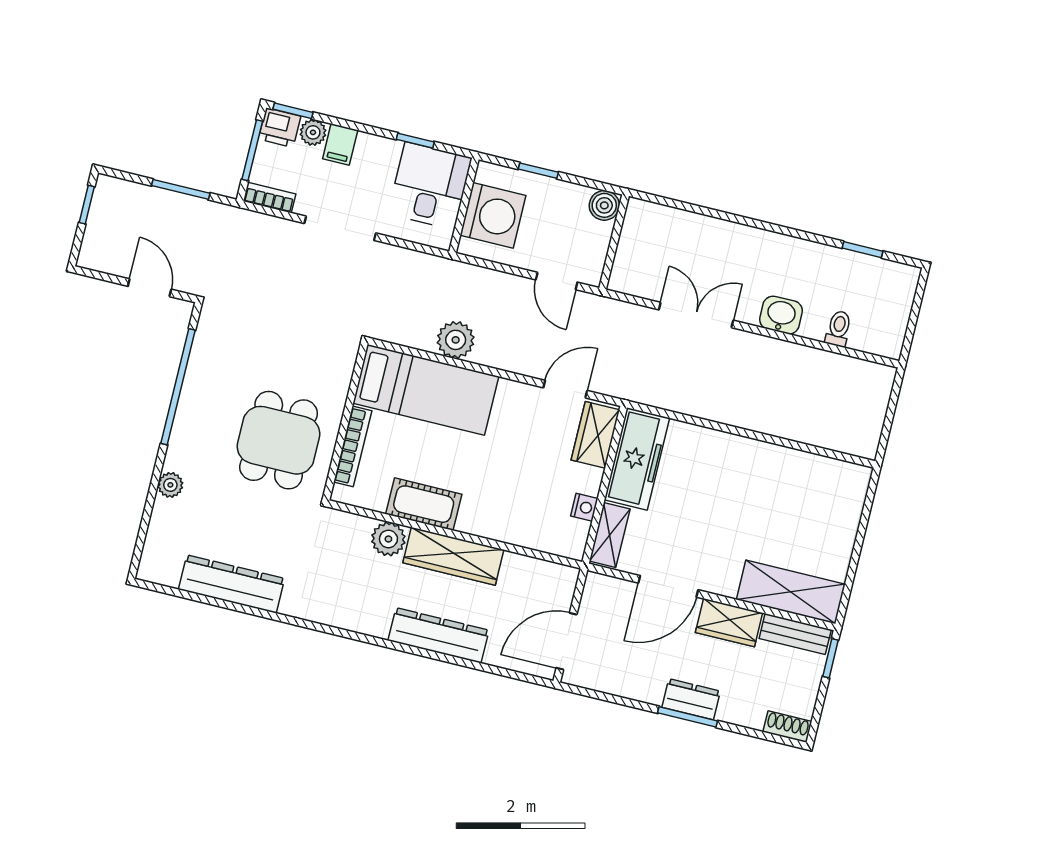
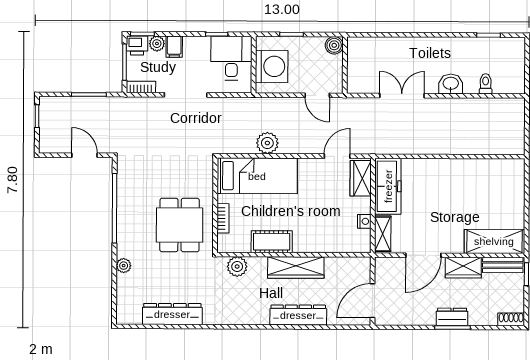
bookcase: (353, 446) -> (223, 218), width x0.64
plant: (388, 539) -> (237, 266), moved

